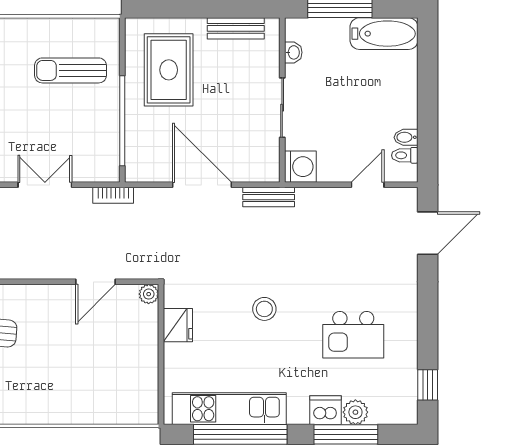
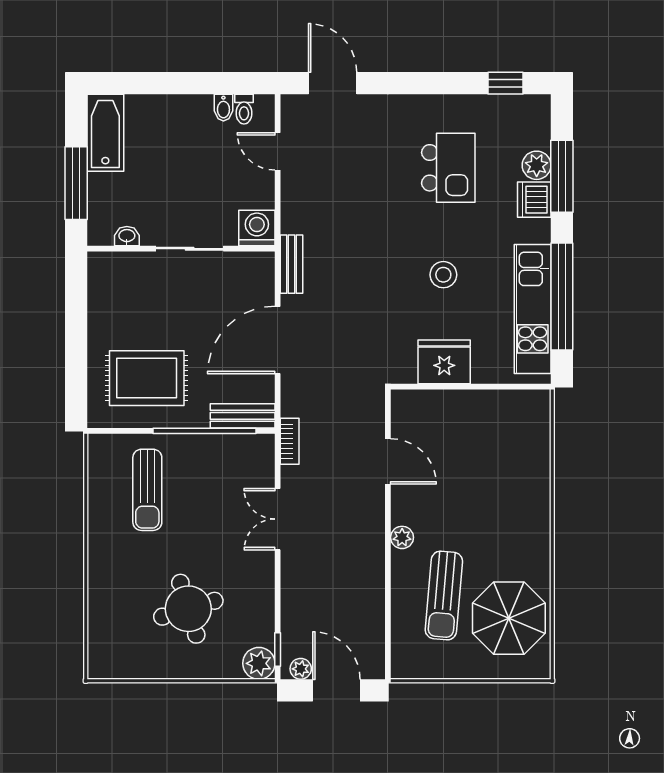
bench: (236, 28) -> (243, 416), moved, turned 90
plant: (149, 294) -> (402, 537), moved
stool: (264, 309) -> (443, 275), moved
fridge: (178, 325) -> (444, 362), width x1.36, depth x1.34

